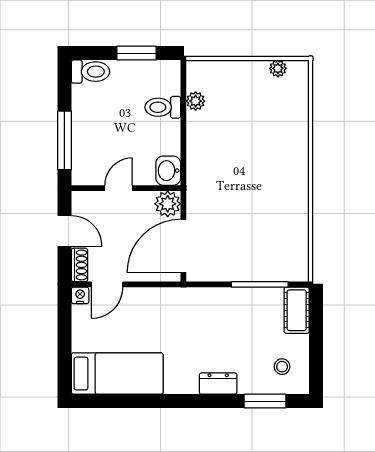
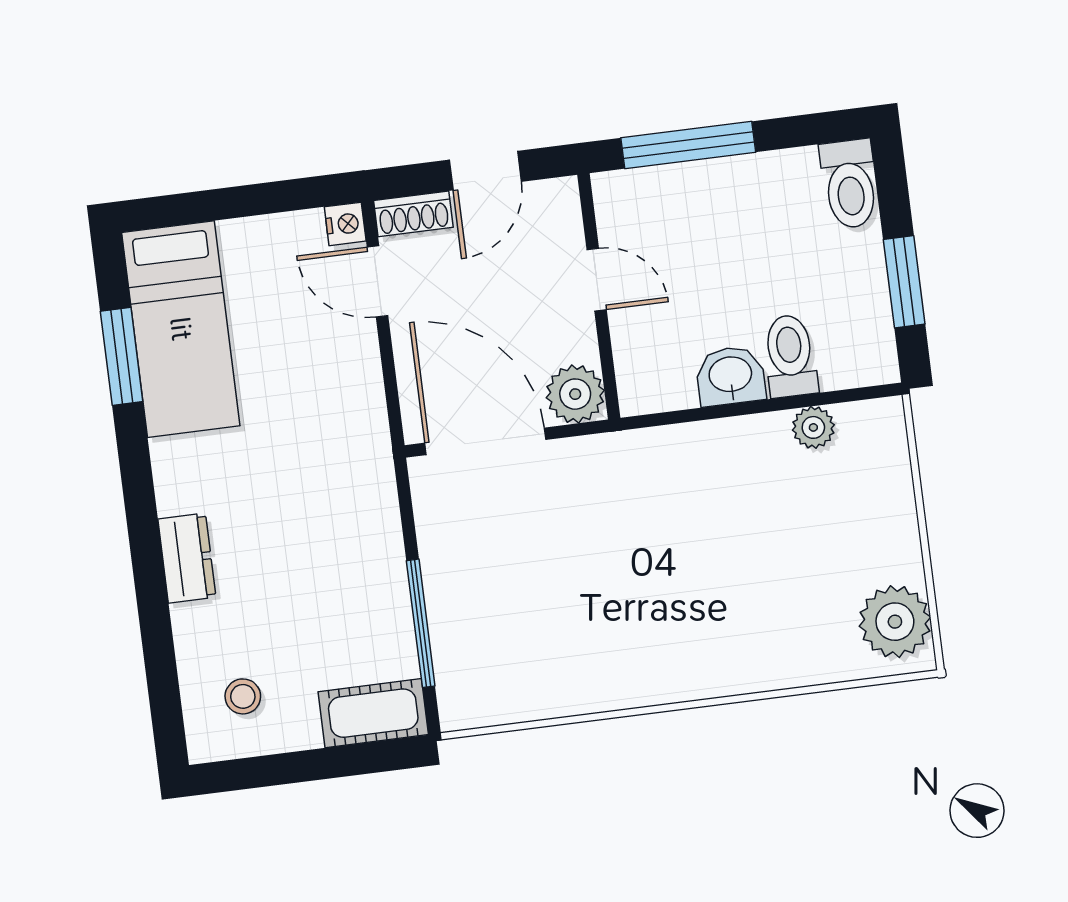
plant: (278, 68) -> (895, 622), width x1.88, depth x1.88
washbasin: (168, 171) -> (731, 376), moved
window: (265, 401) -> (122, 356), moved

